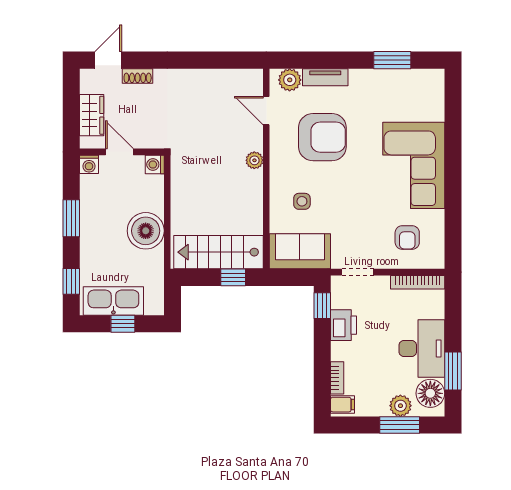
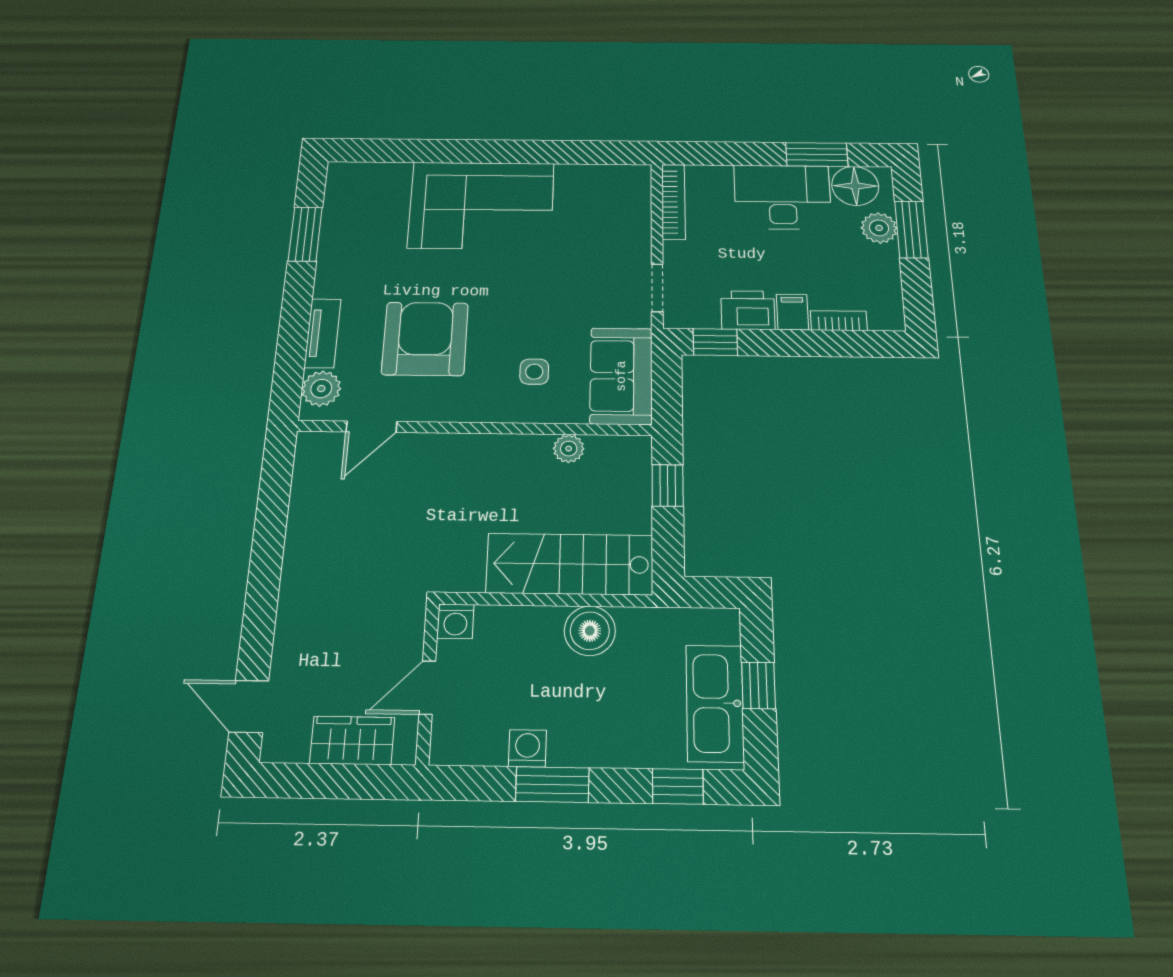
shoe rack: (138, 76) -> (285, 651), removed
plant: (254, 160) -> (569, 449), moved
washing machine: (89, 164) -> (527, 748), moved, turned -90
boiler: (146, 231) -> (590, 631), width x0.73, depth x0.73
armchair: (407, 237) -> (600, 216), removed
stairs: (219, 252) -> (570, 564), moved, turned 90
filing cabinet: (342, 405) -> (792, 312), moved

